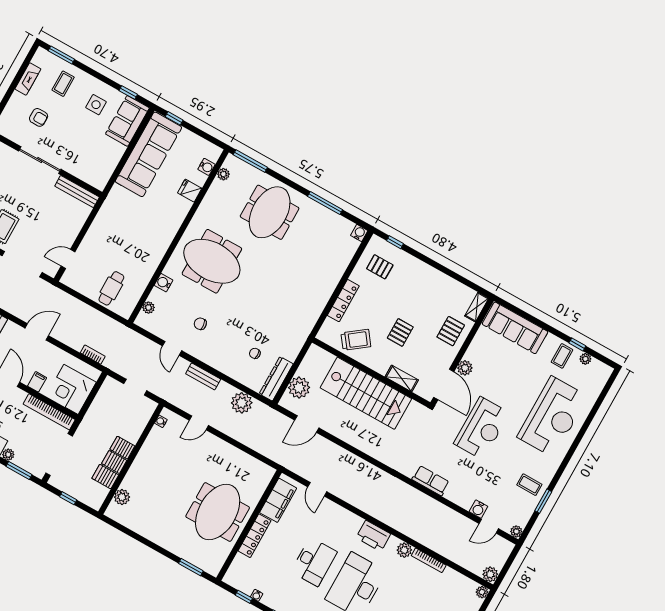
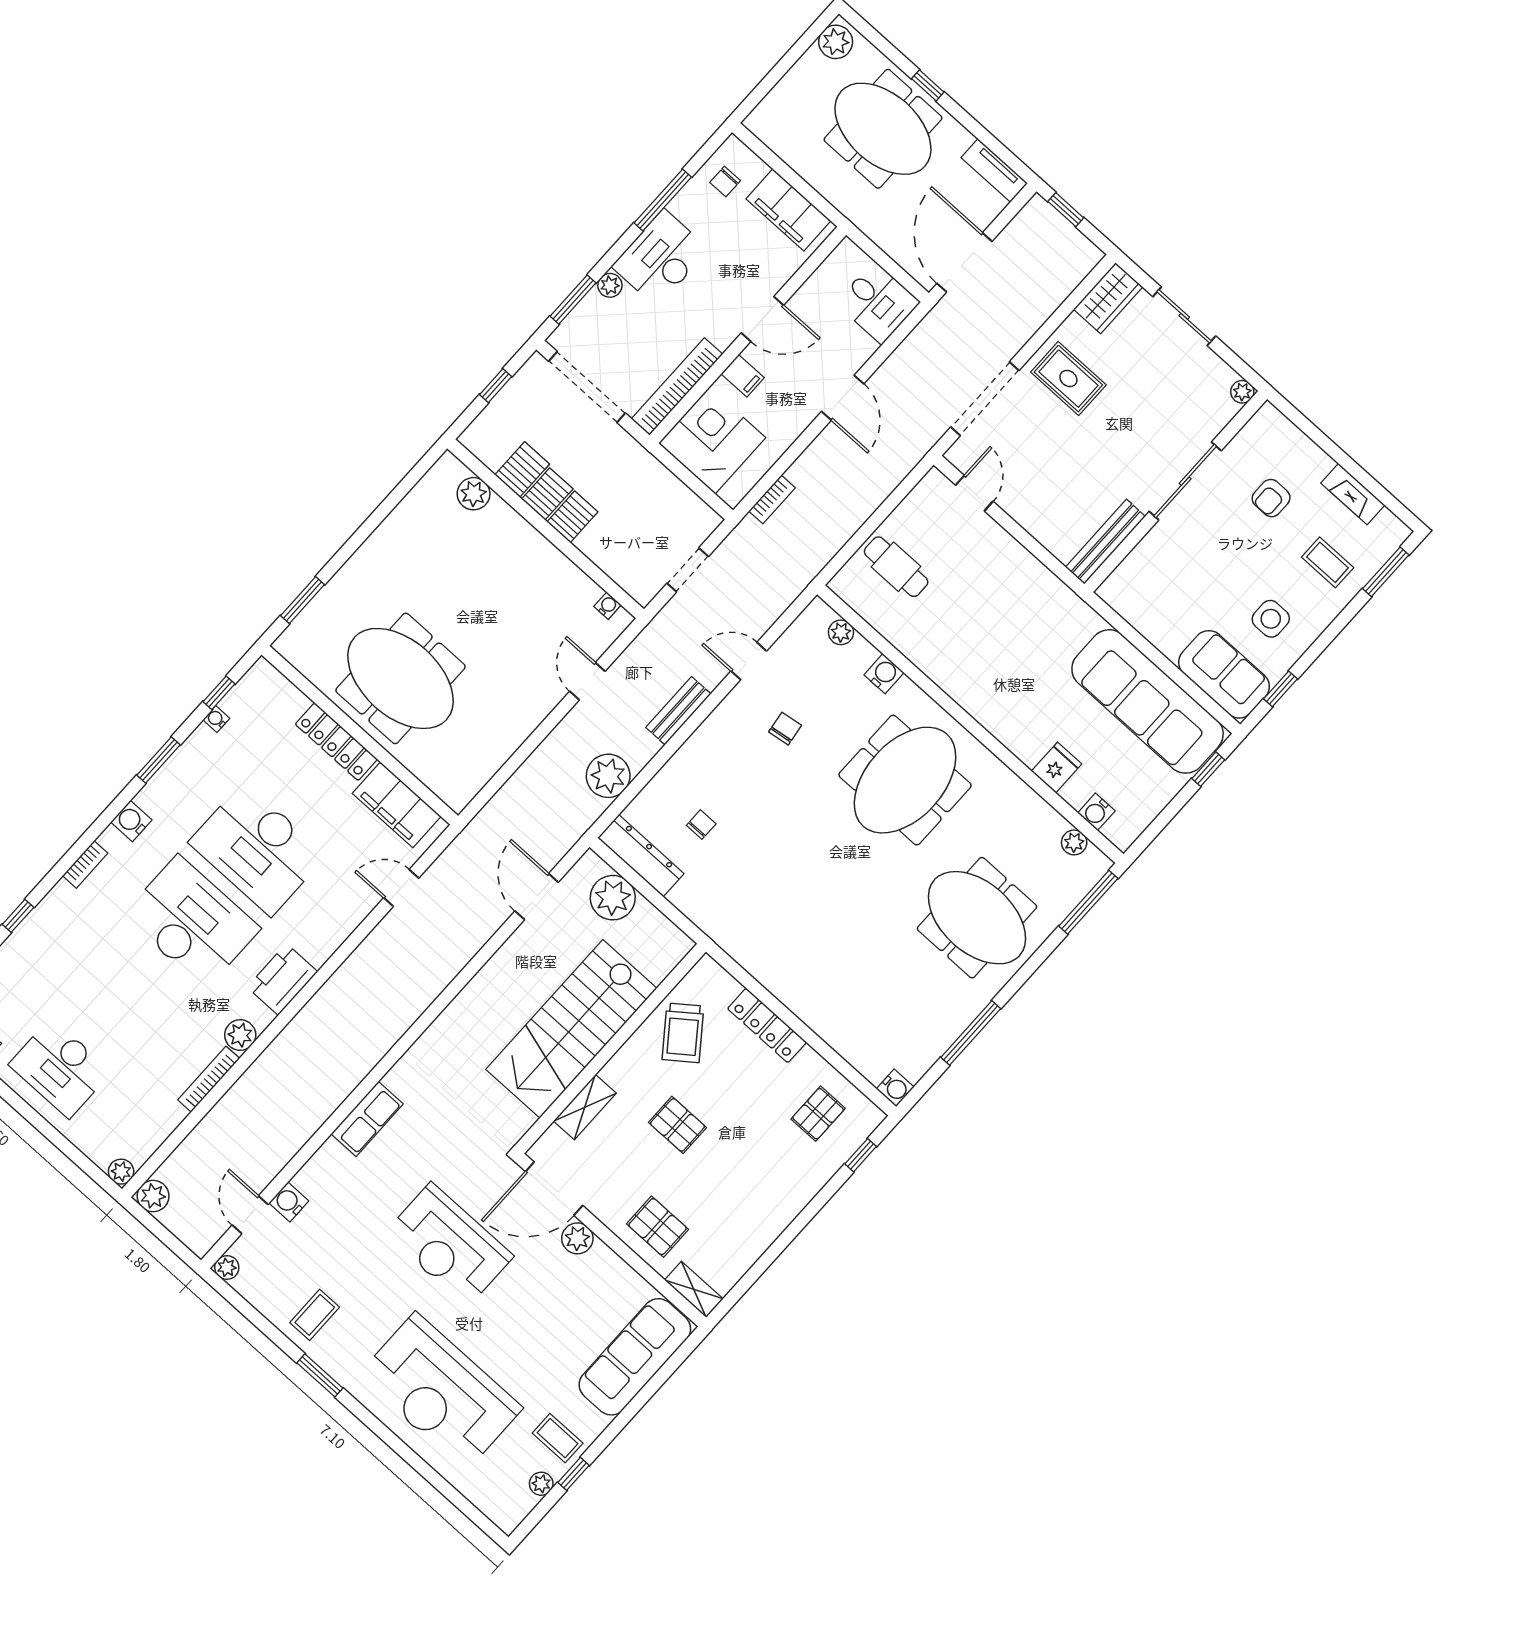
window: (543, 501) -> (320, 1375), moved
desk: (314, 562) -> (257, 849), width x1.36, depth x1.30

